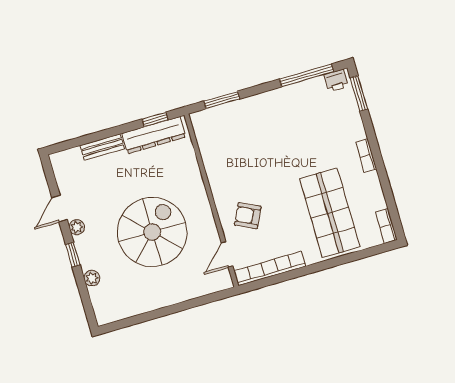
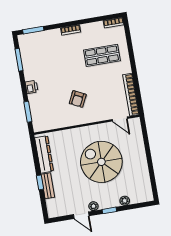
window: (307, 75) -> (19, 60), width x0.69
printer: (336, 80) -> (32, 87), moved
window: (155, 119) -> (40, 182), moved
shop shelf: (330, 213) -> (102, 55), width x0.70, depth x0.74
armchair: (248, 216) -> (78, 99), moved

